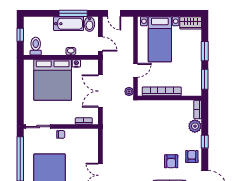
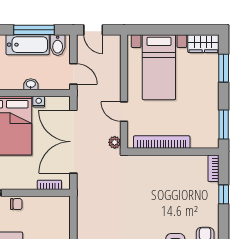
window: (205, 51) -> (224, 68), moved
door: (136, 70) -> (124, 112), swing flipped
double door: (100, 91) -> (73, 142), width x1.36
plant: (195, 126) -> (210, 192), removed
window: (205, 142) -> (224, 194), moved

